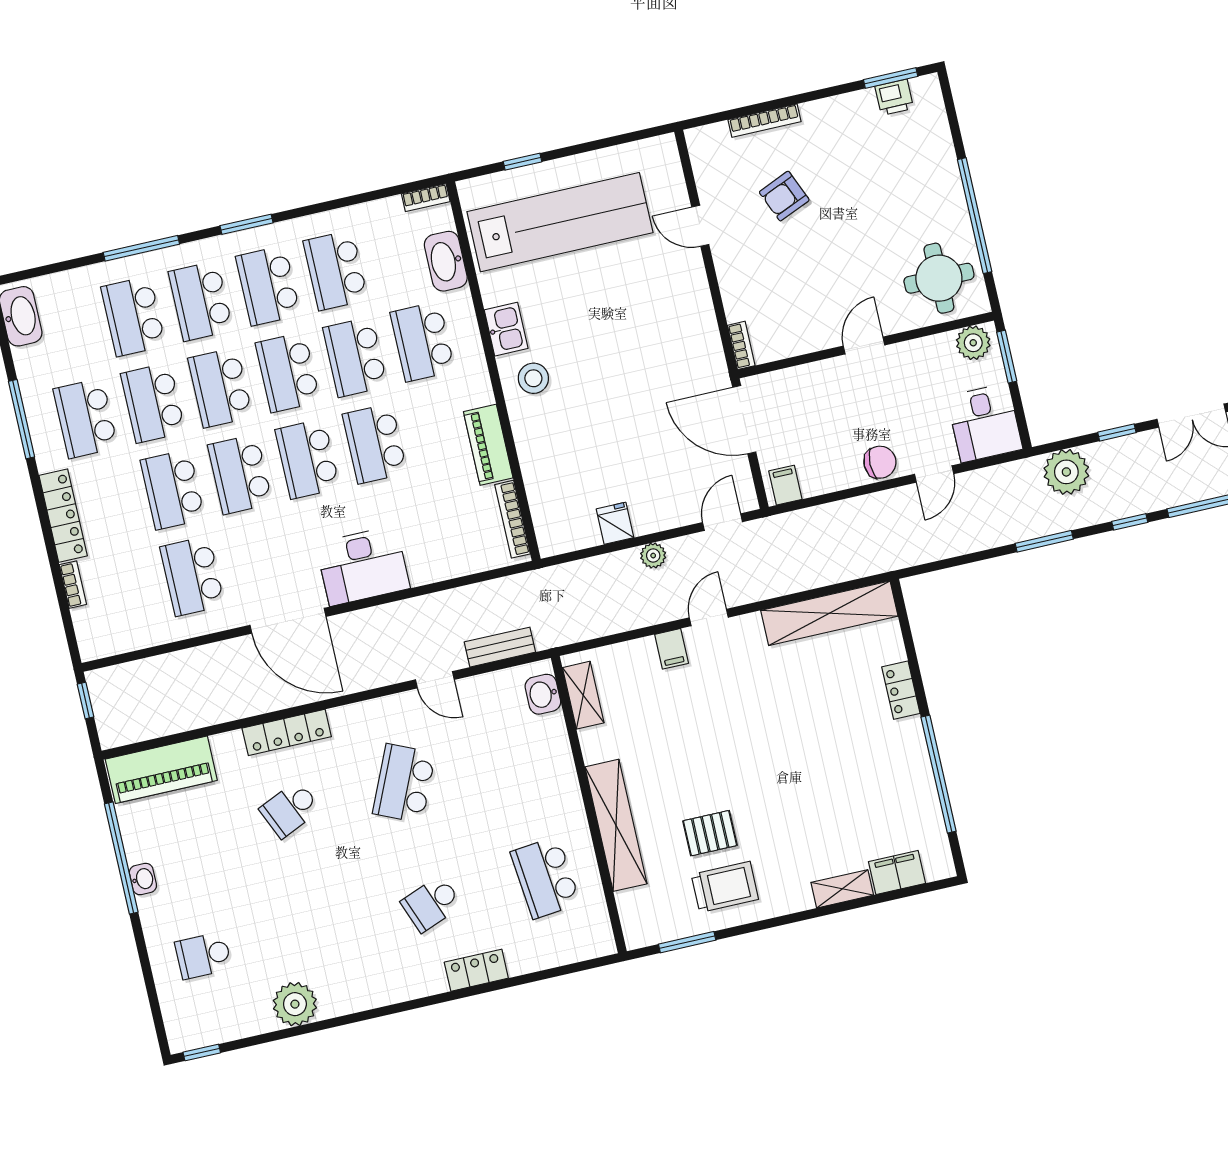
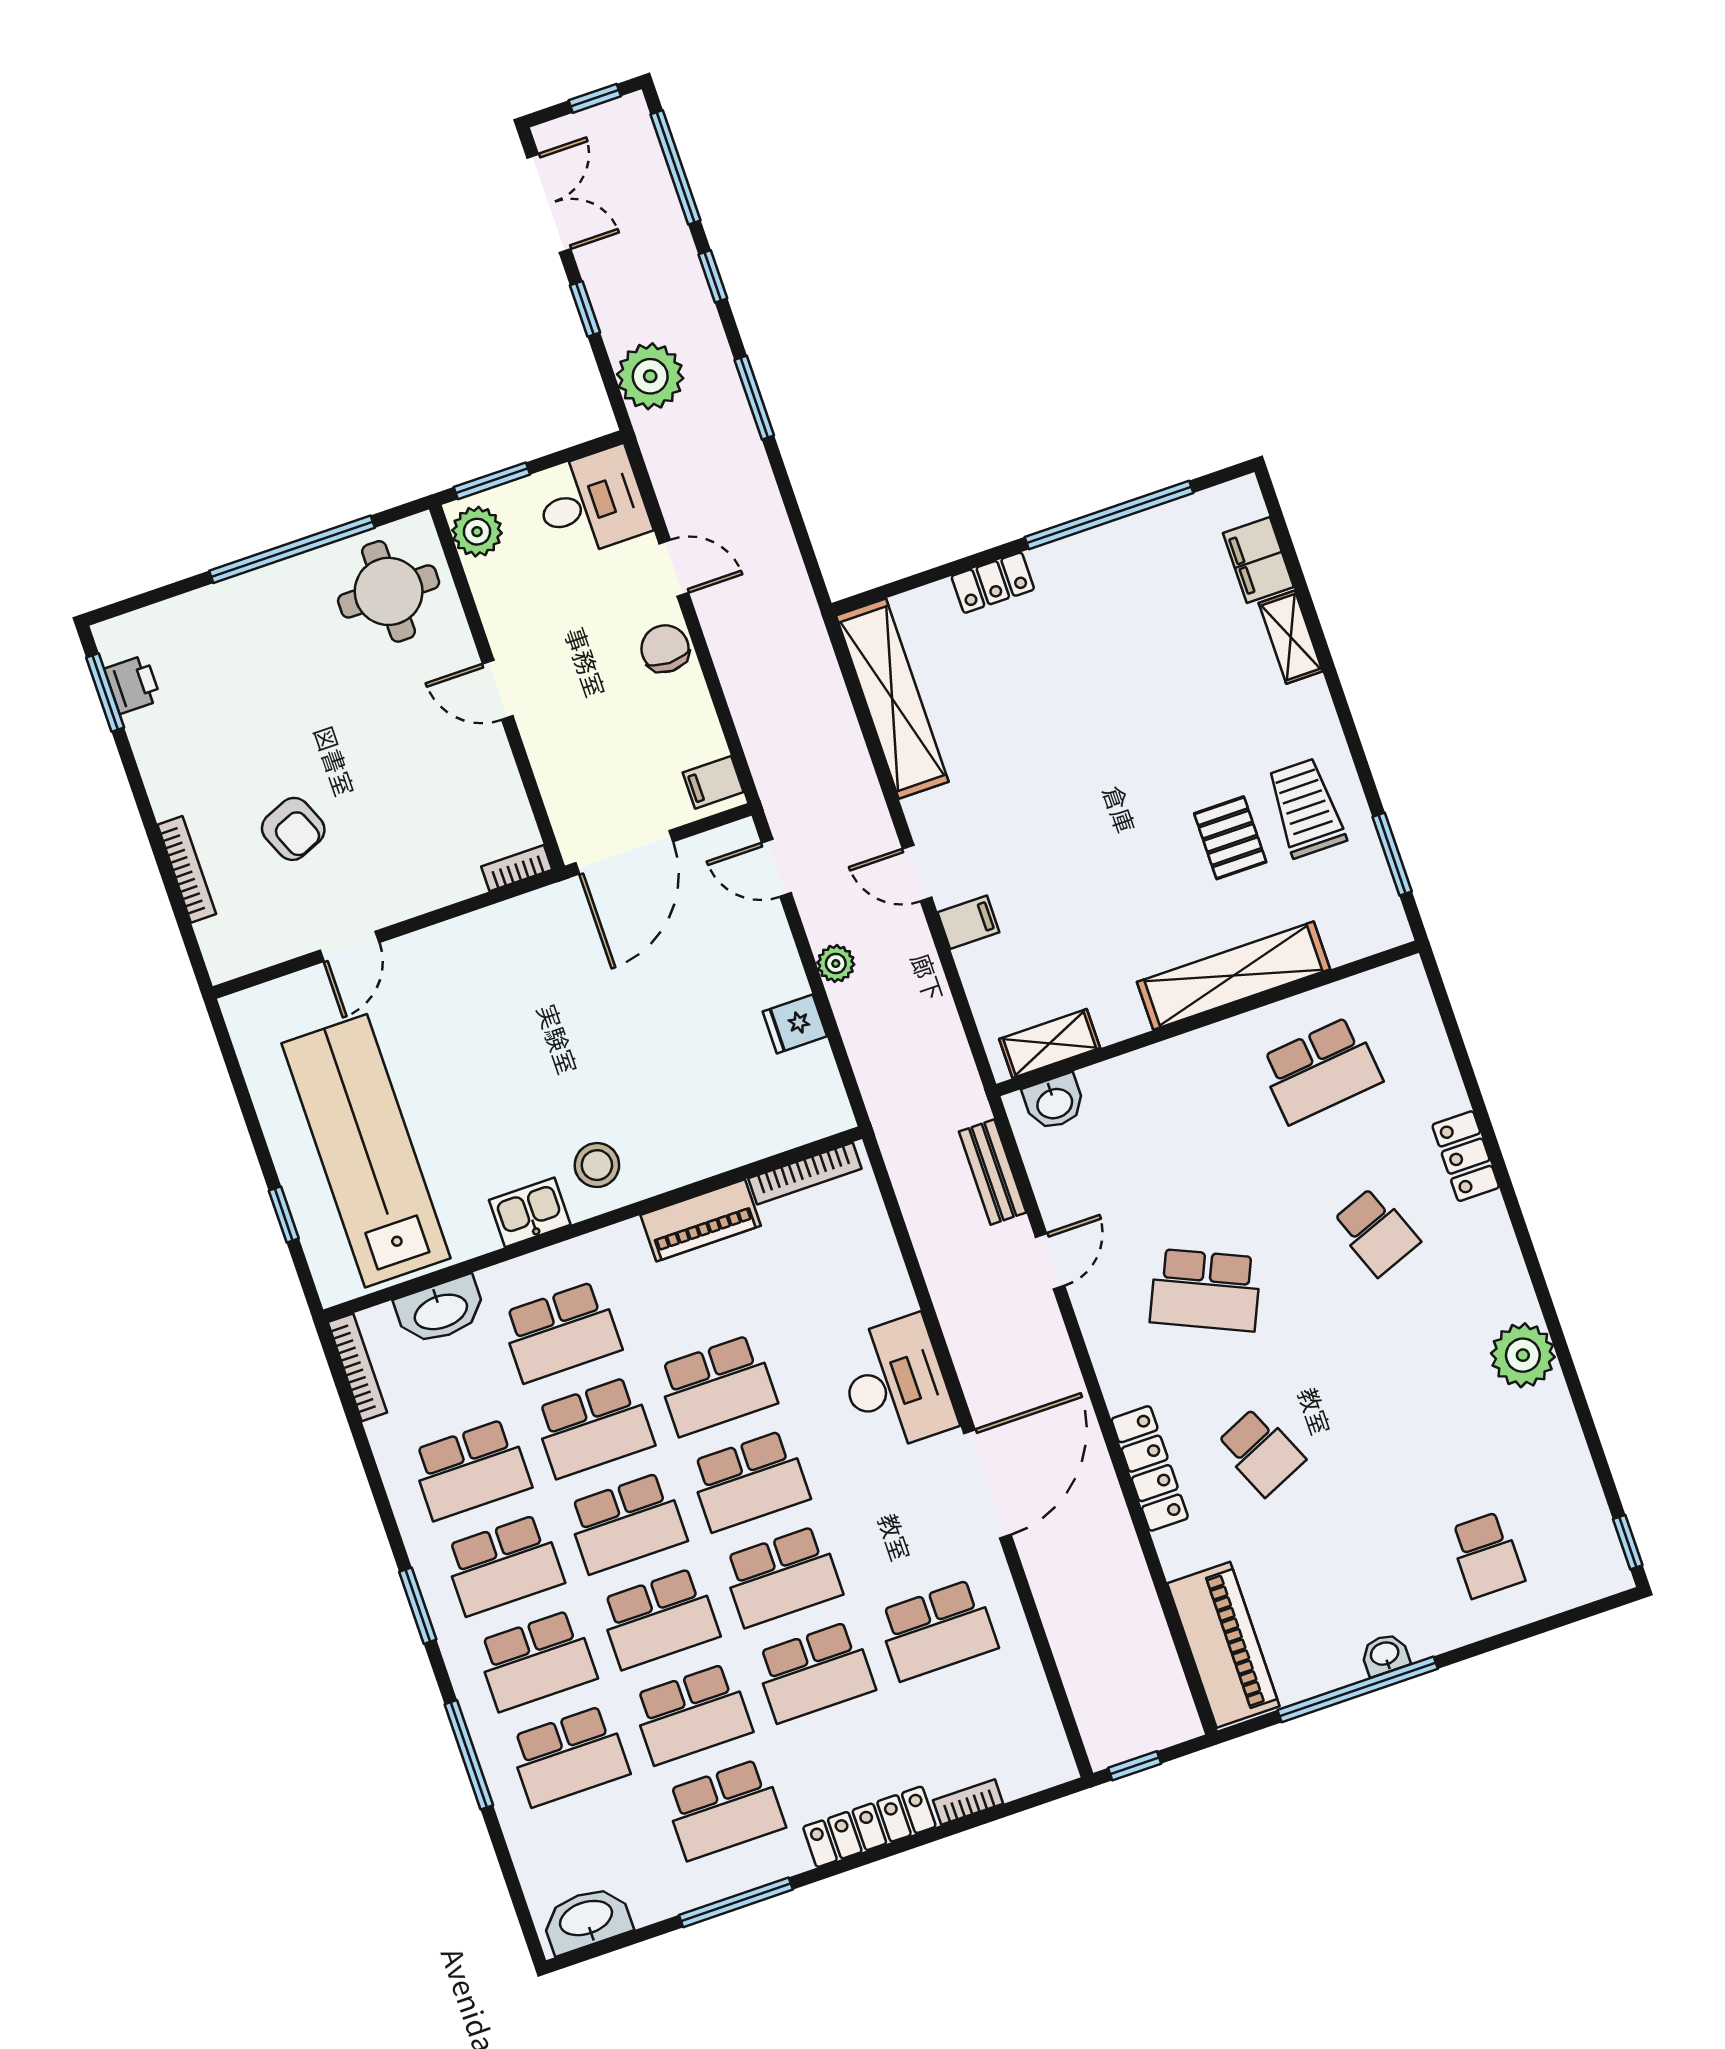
bookcase: (426, 198) -> (357, 1367), width x1.56
plant: (295, 1004) -> (1523, 1355), moved

